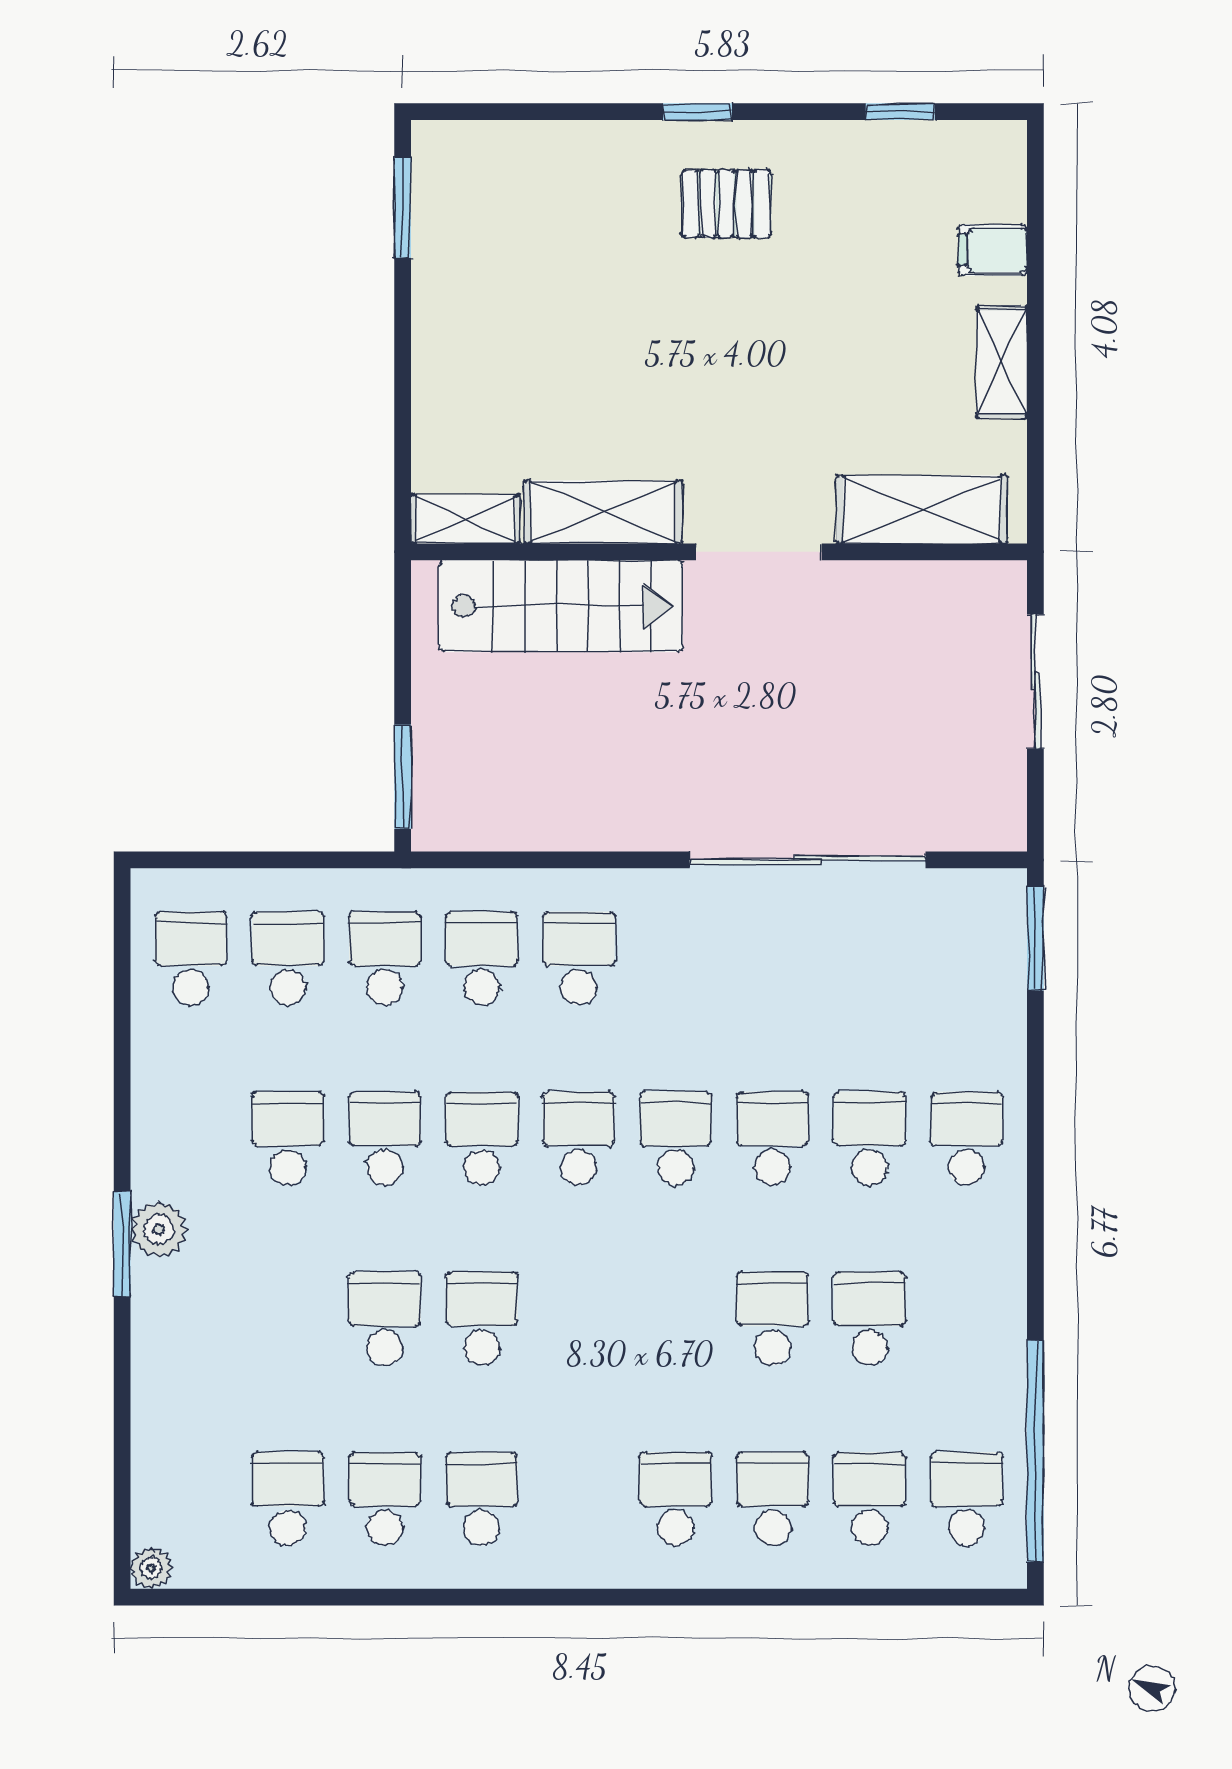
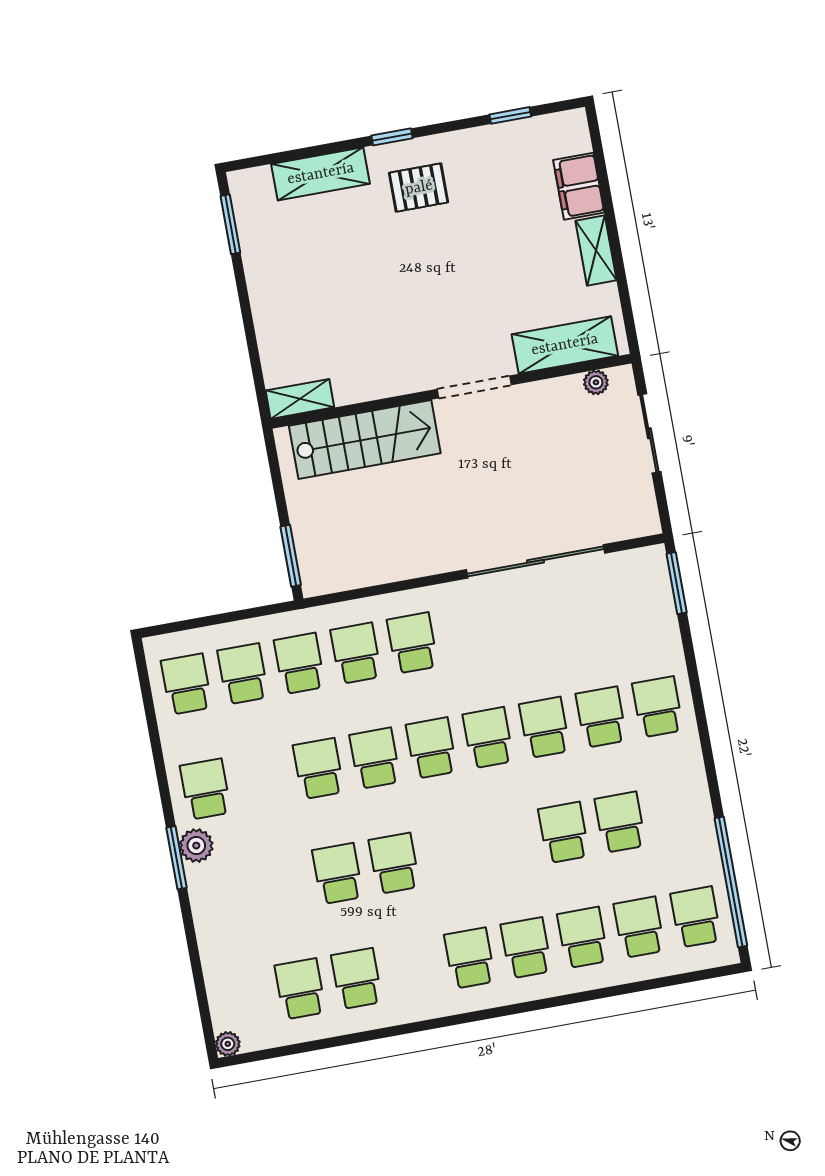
filing cabinet: (993, 250) -> (579, 186), width x2.00
shelving: (603, 512) -> (321, 174), moved
plant: (962, 581) -> (596, 382), added
school desk: (288, 1138) -> (205, 789), moved
school desk: (482, 1499) -> (470, 958), moved

